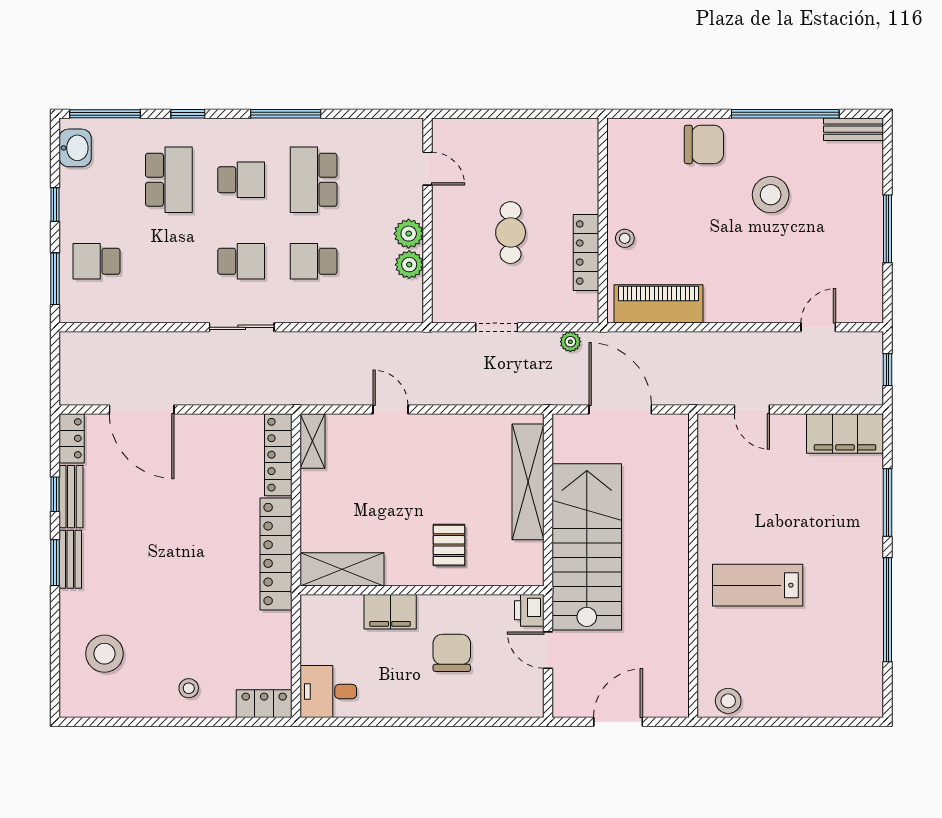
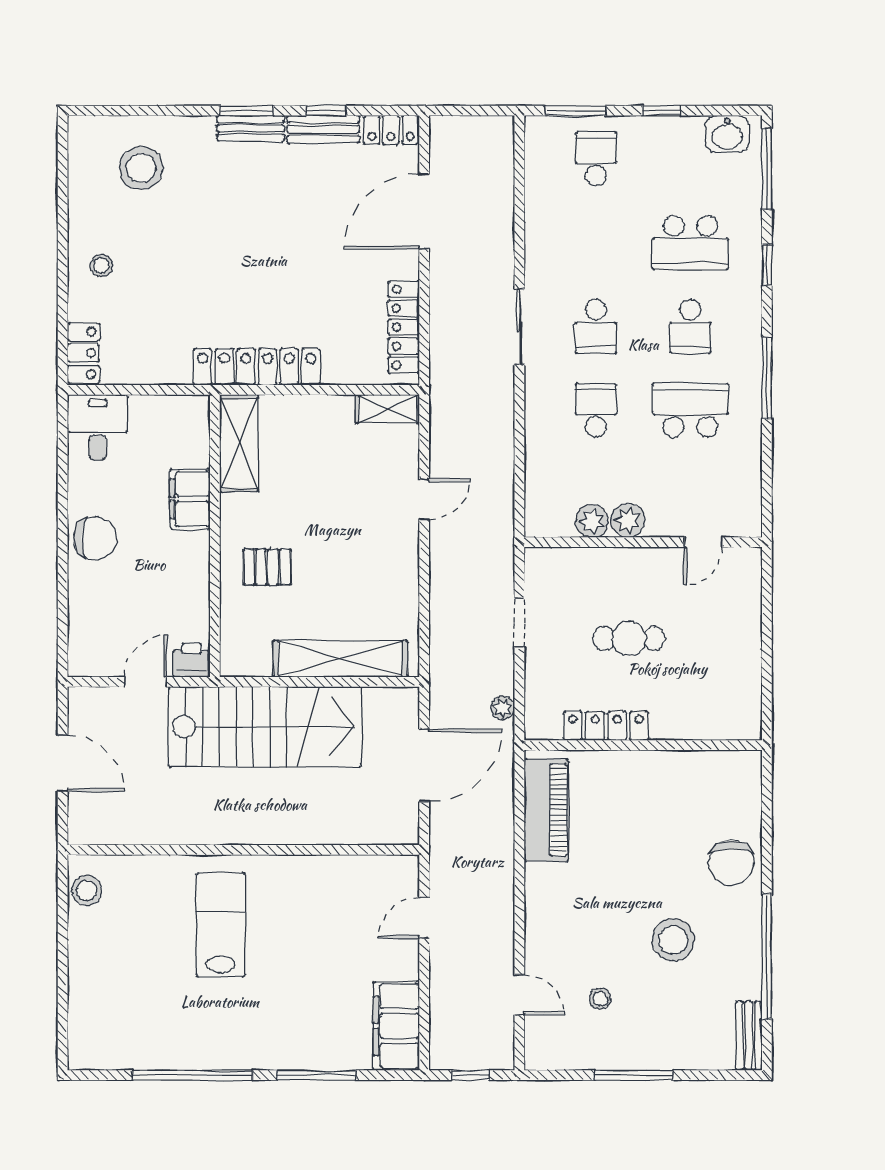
stool: (625, 238) -> (600, 999), moved
locker: (278, 455) -> (404, 327), moved, turned -90
chair: (452, 653) -> (95, 538), moved

